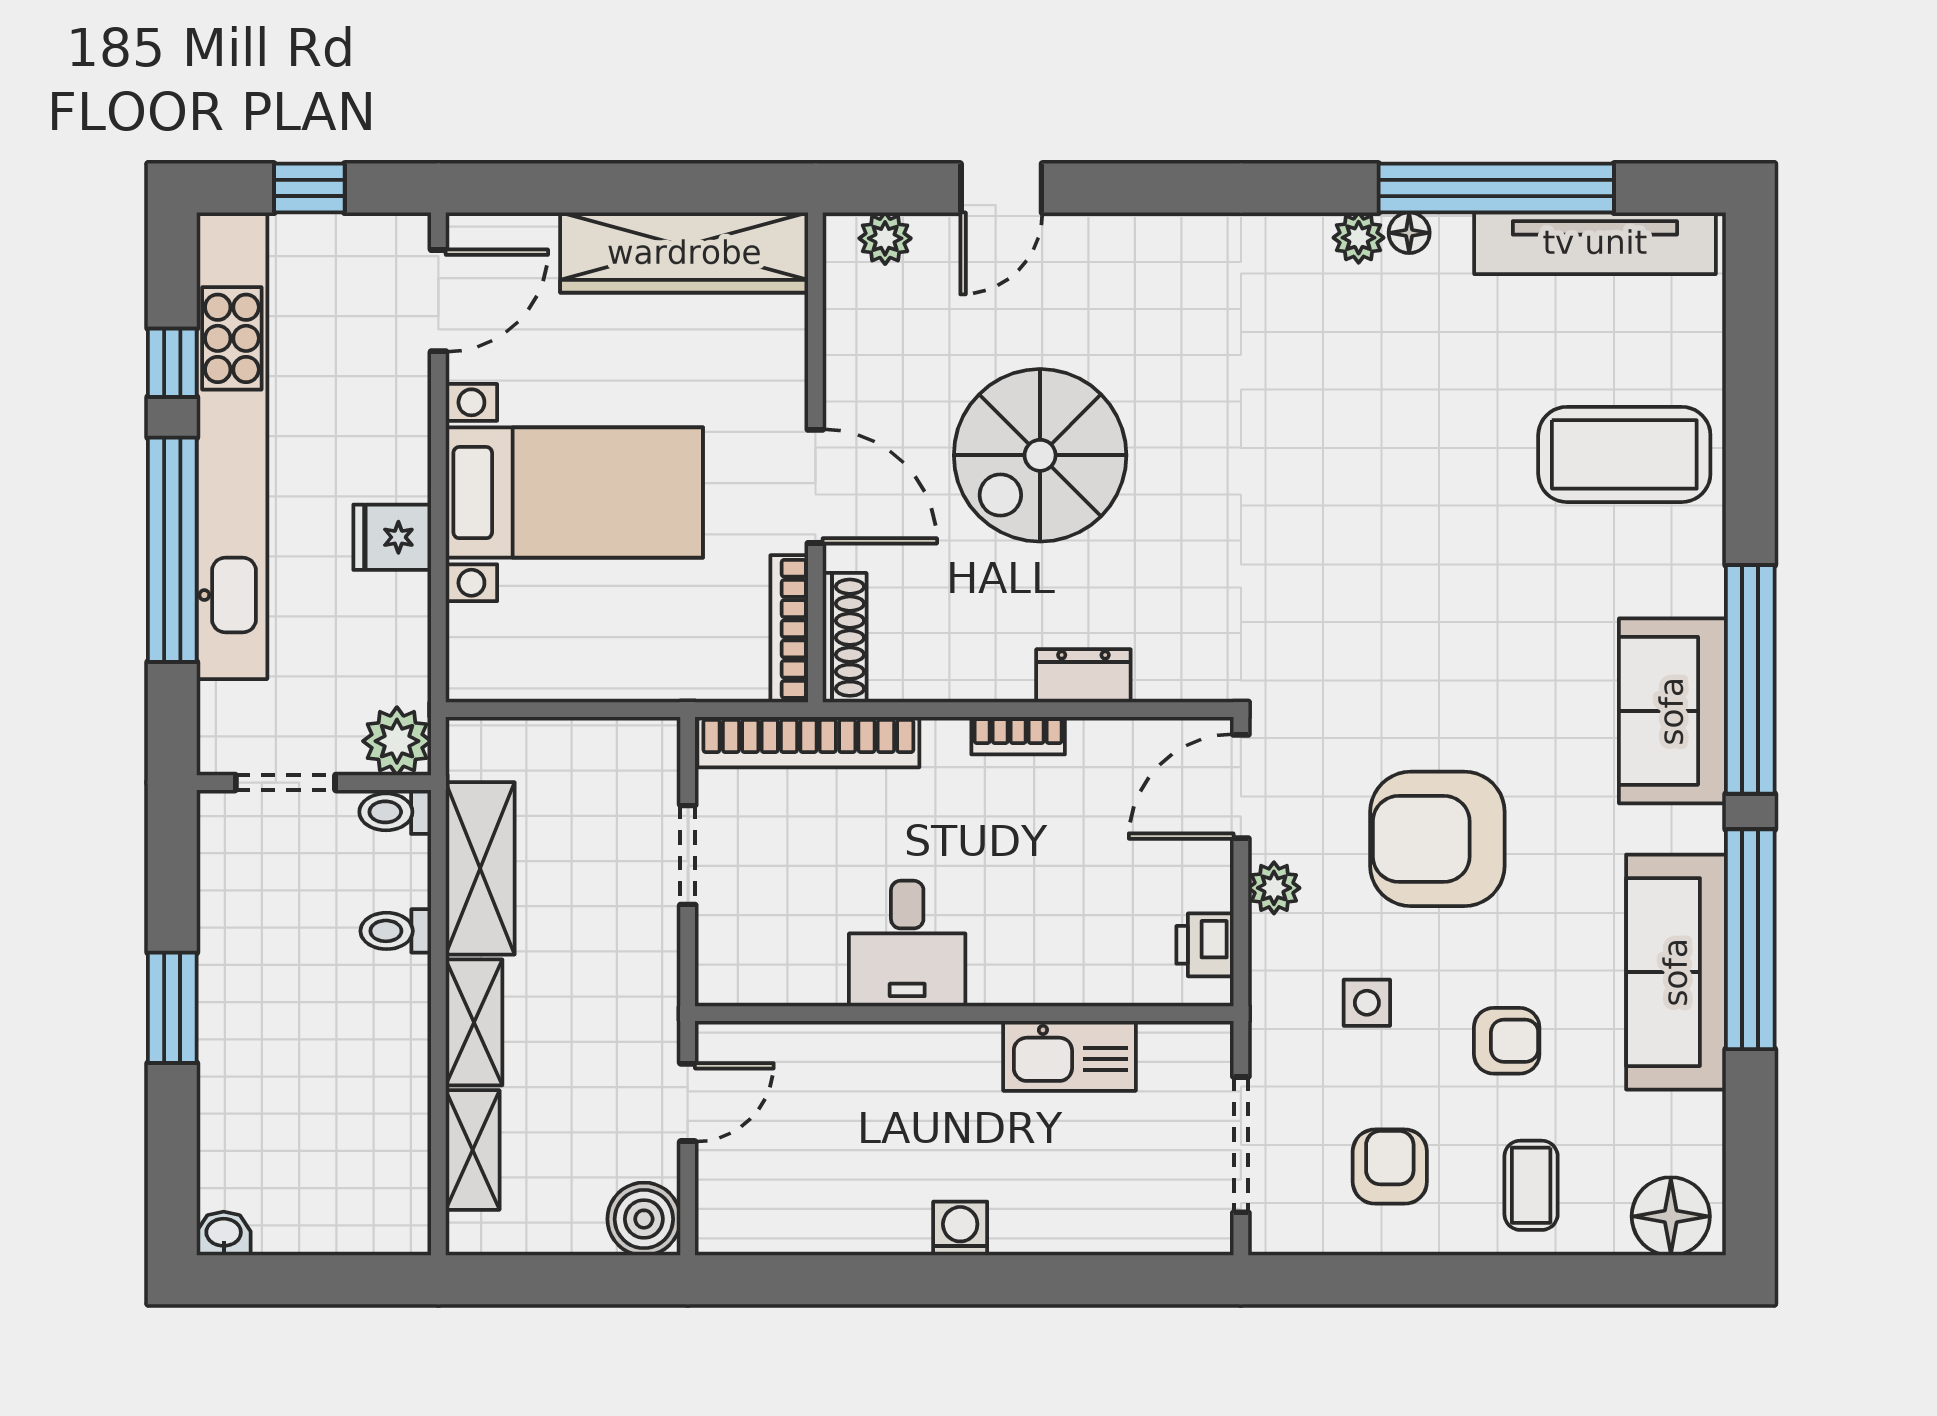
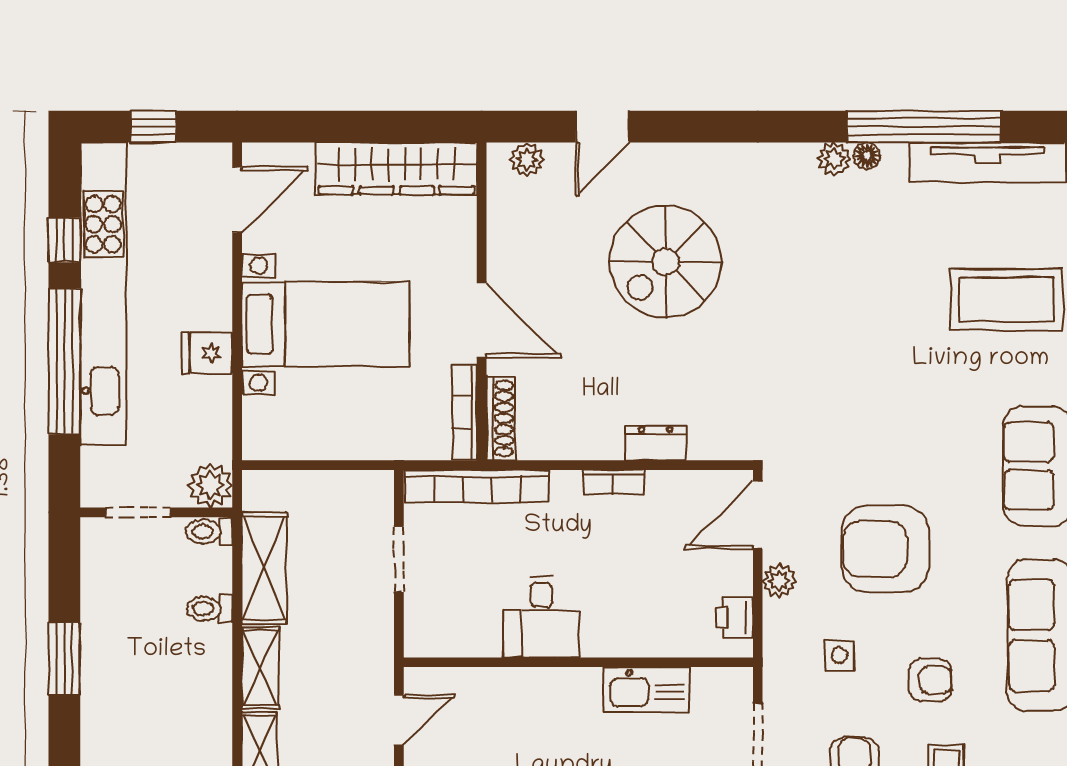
spiral stairs: (1040, 455) -> (666, 262), moved

